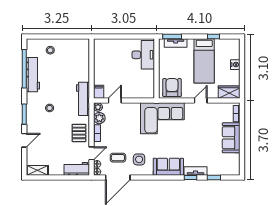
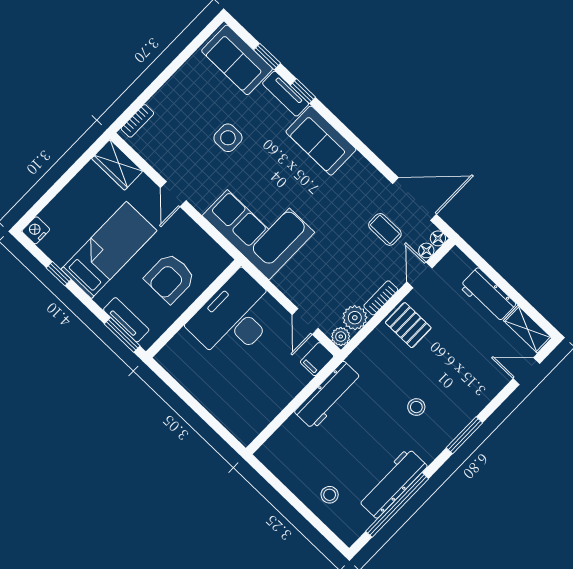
desk: (143, 55) -> (235, 318), moved, width x1.36, depth x1.30
nightstand: (235, 65) -> (36, 230), moved
armchair: (172, 88) -> (170, 278), moved
workbench: (83, 99) -> (328, 395), moved
door: (115, 101) -> (305, 321), hinge flipped
door: (201, 101) -> (173, 194), hinge flipped
pallet: (79, 133) -> (408, 325), turned 90
sofa: (231, 138) -> (237, 60), moved, turned 90
door: (24, 140) -> (526, 371), moved
door: (91, 153) -> (419, 275), hinge flipped
side table: (139, 159) -> (228, 138), moved
workbench: (77, 169) -> (488, 295), moved

